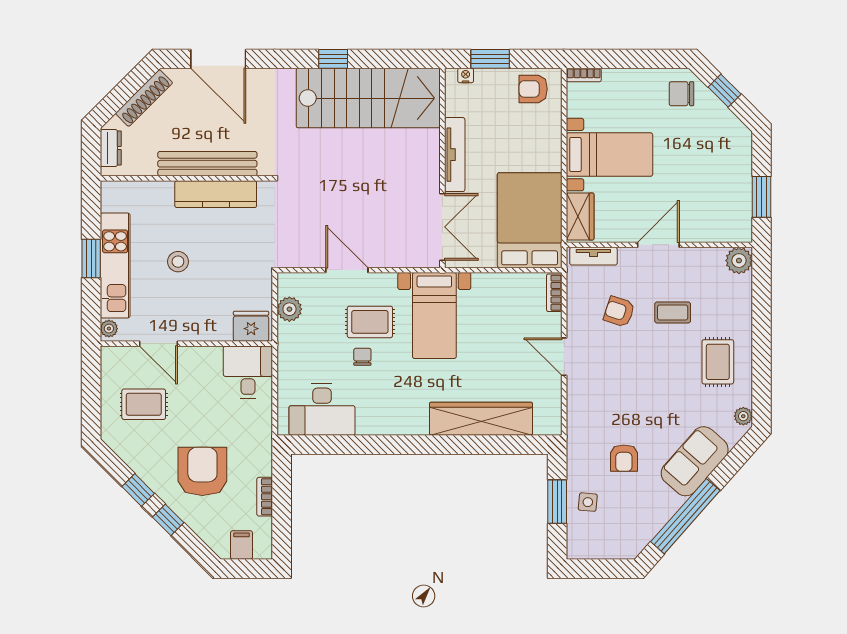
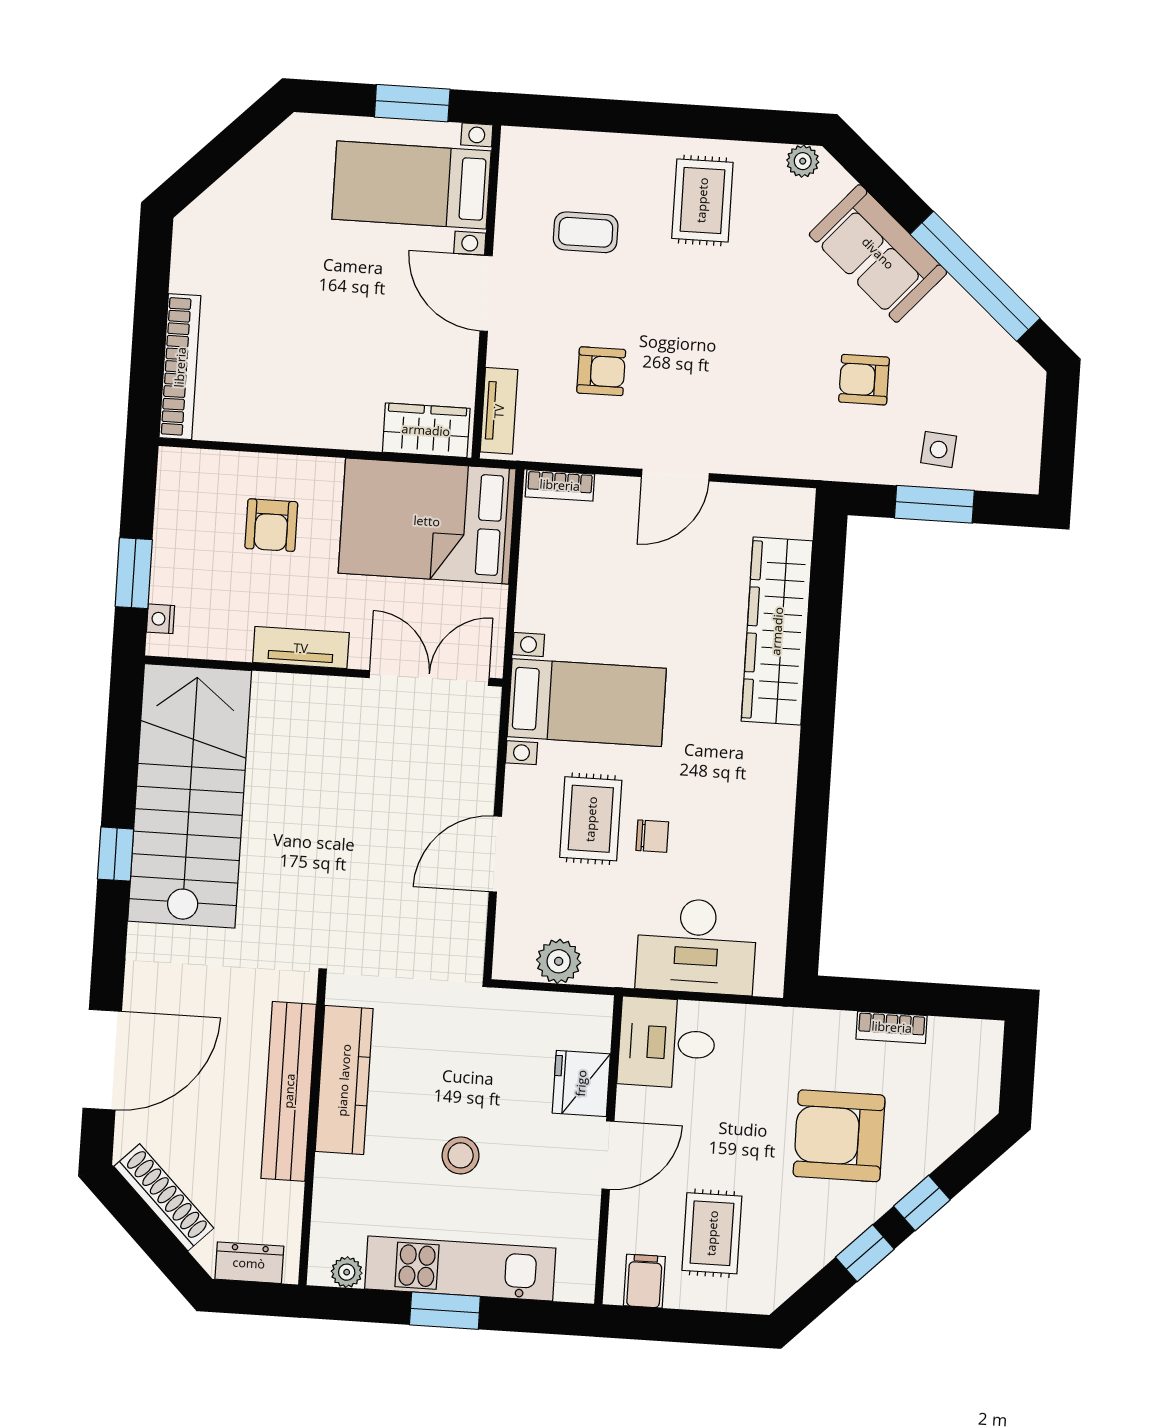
bookcase: (584, 75) -> (180, 367), width x2.31, depth x1.31
armchair: (533, 89) -> (271, 525), moved
window: (725, 91) -> (218, 157), removed
chair: (681, 94) -> (218, 234), removed
tv unit: (455, 155) -> (301, 648), width x0.71
bed with nightstands: (609, 155) -> (412, 185), moved, turned -90
plant: (739, 261) -> (524, 151), removed
armchair: (619, 312) -> (601, 371), turned -108
coffee table: (673, 312) -> (586, 232), moved, turned 90
fridge: (251, 326) -> (581, 1083), moved
plant: (109, 329) -> (347, 1272), moved
door: (158, 344) -> (608, 1155), moved
chair: (362, 357) -> (652, 836), turned 180
rug: (718, 362) -> (702, 200), turned 90
desk: (322, 410) -> (696, 946), moved, turned 90
armchair: (624, 458) -> (864, 380), turned 180
filing cabinet: (241, 545) -> (644, 1281), moved, turned 90

